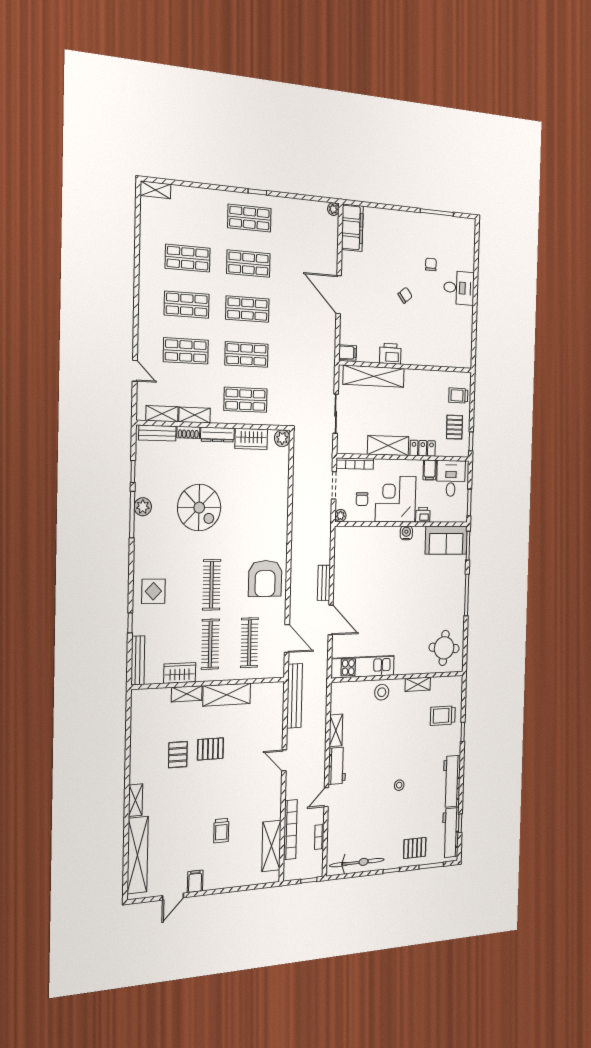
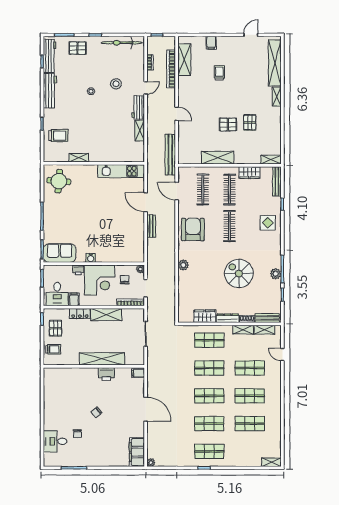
desk: (459, 288) -> (55, 441), moved
shelving: (374, 376) -> (102, 359), moved
plant: (282, 438) -> (183, 265), moved
stool: (382, 692) -> (116, 84), moved
shelving: (187, 694) -> (271, 160), moved
filing cabinet: (195, 881) -> (211, 43), moved

